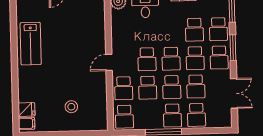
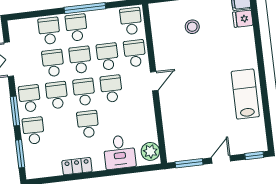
school desk: (194, 30) -> (88, 124), moved

